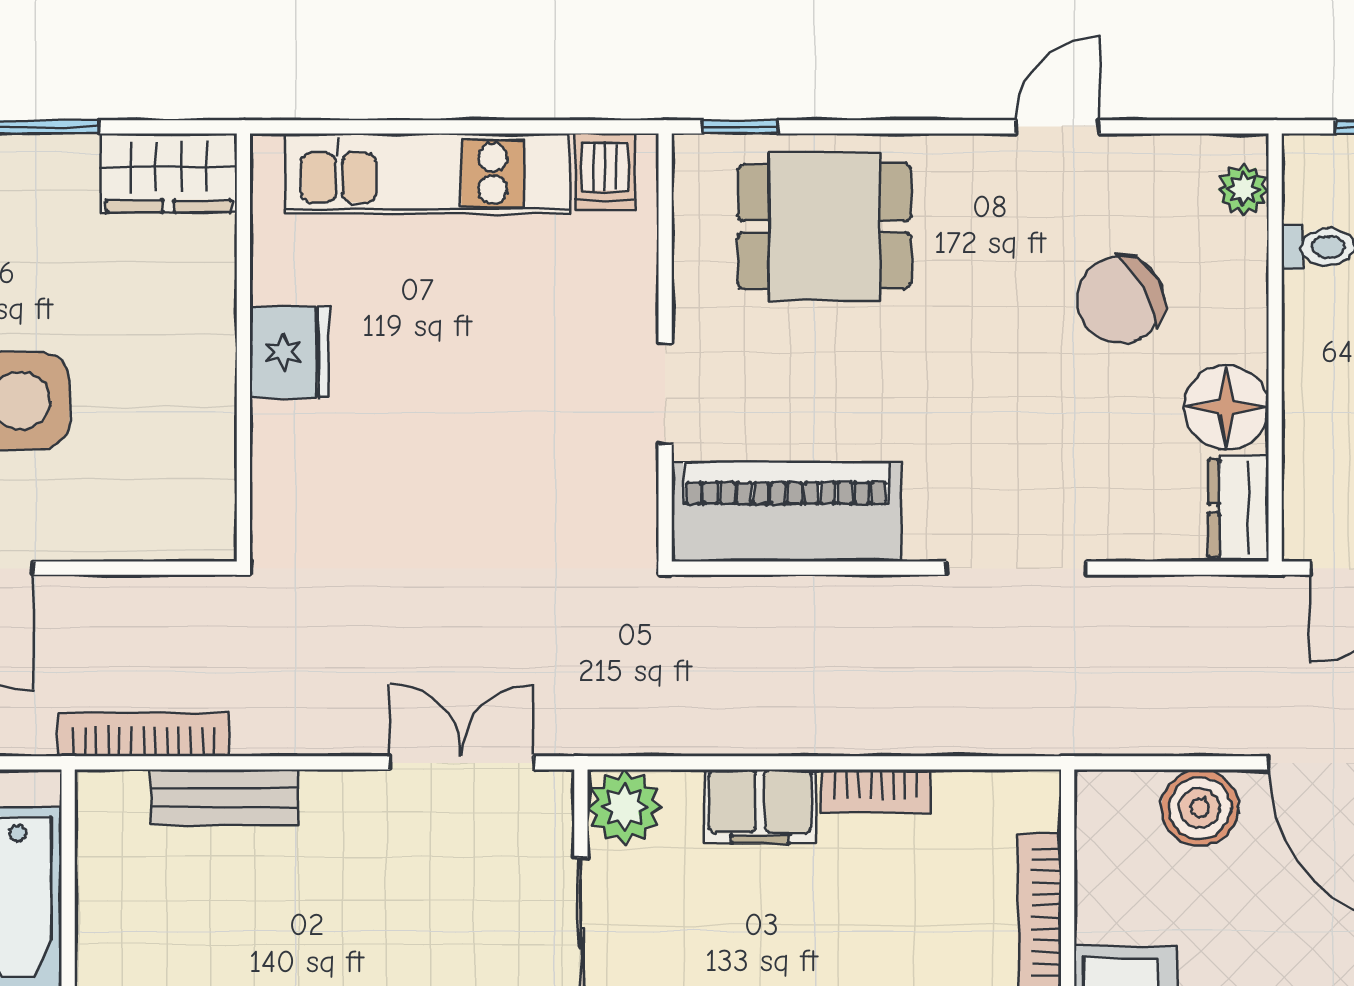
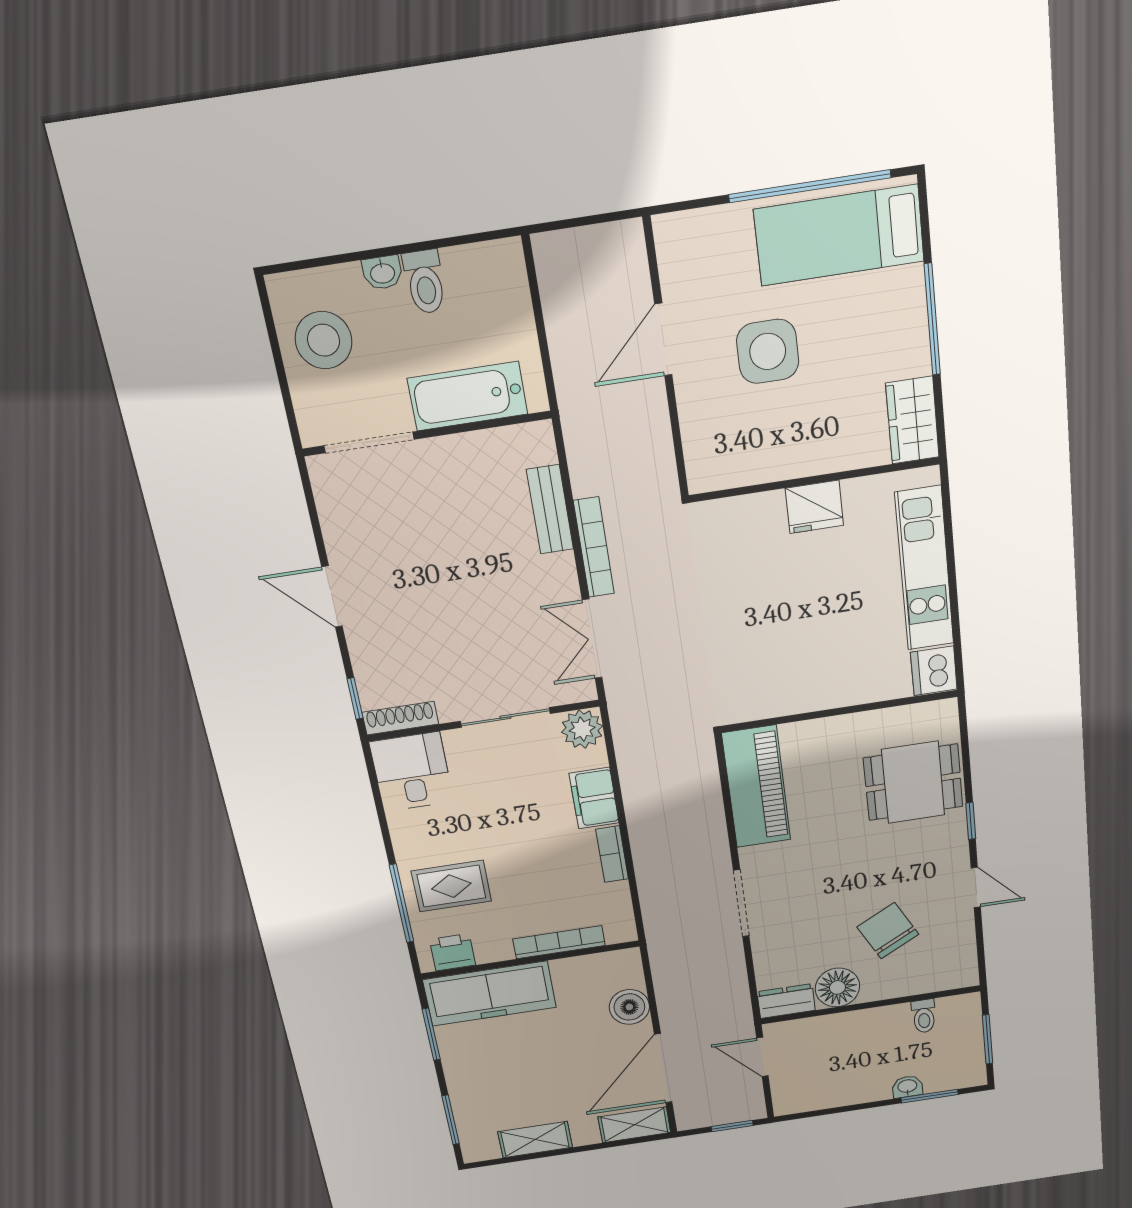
window: (740, 127) -> (971, 821), moved
dishwasher: (605, 172) -> (934, 671), width x1.38
plant: (1243, 190) -> (950, 978), removed
dining table: (824, 227) -> (913, 782), turned 90
doorway: (665, 394) -> (813, 715), removed
bookcase: (144, 734) -> (594, 547), moved
double door: (462, 763) -> (592, 639), swing flipped

